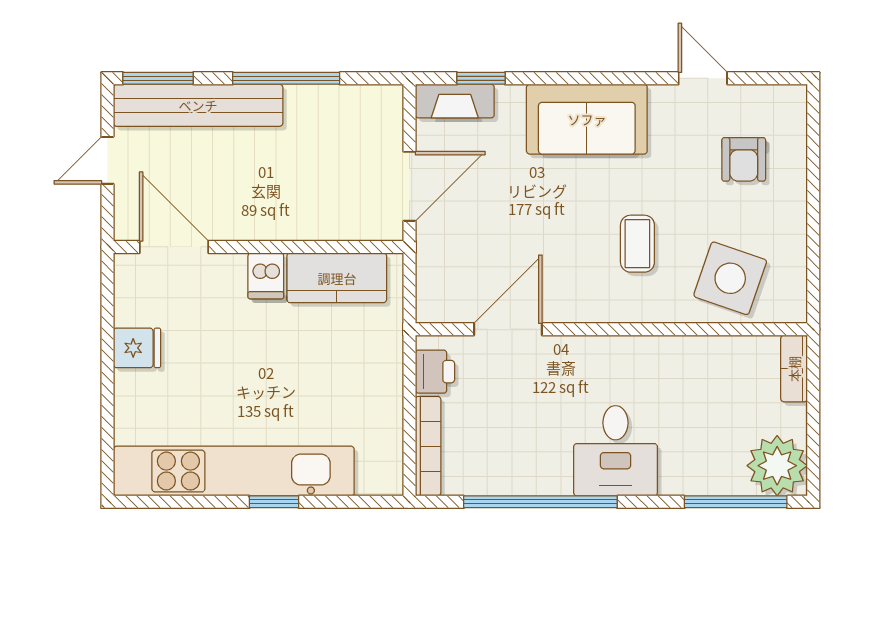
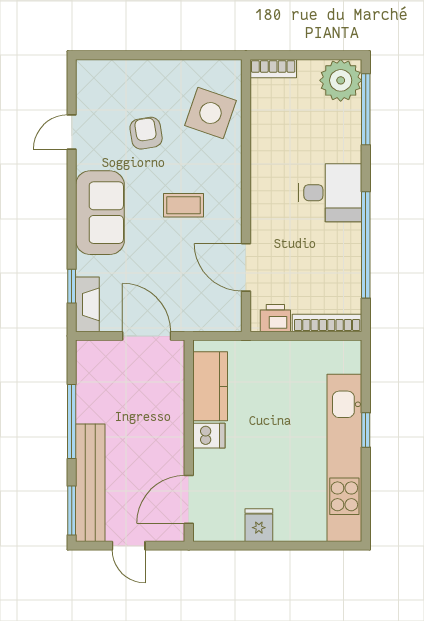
armchair: (744, 159) -> (146, 133), moved, turned -99
coffee table: (637, 244) -> (183, 205), moved

